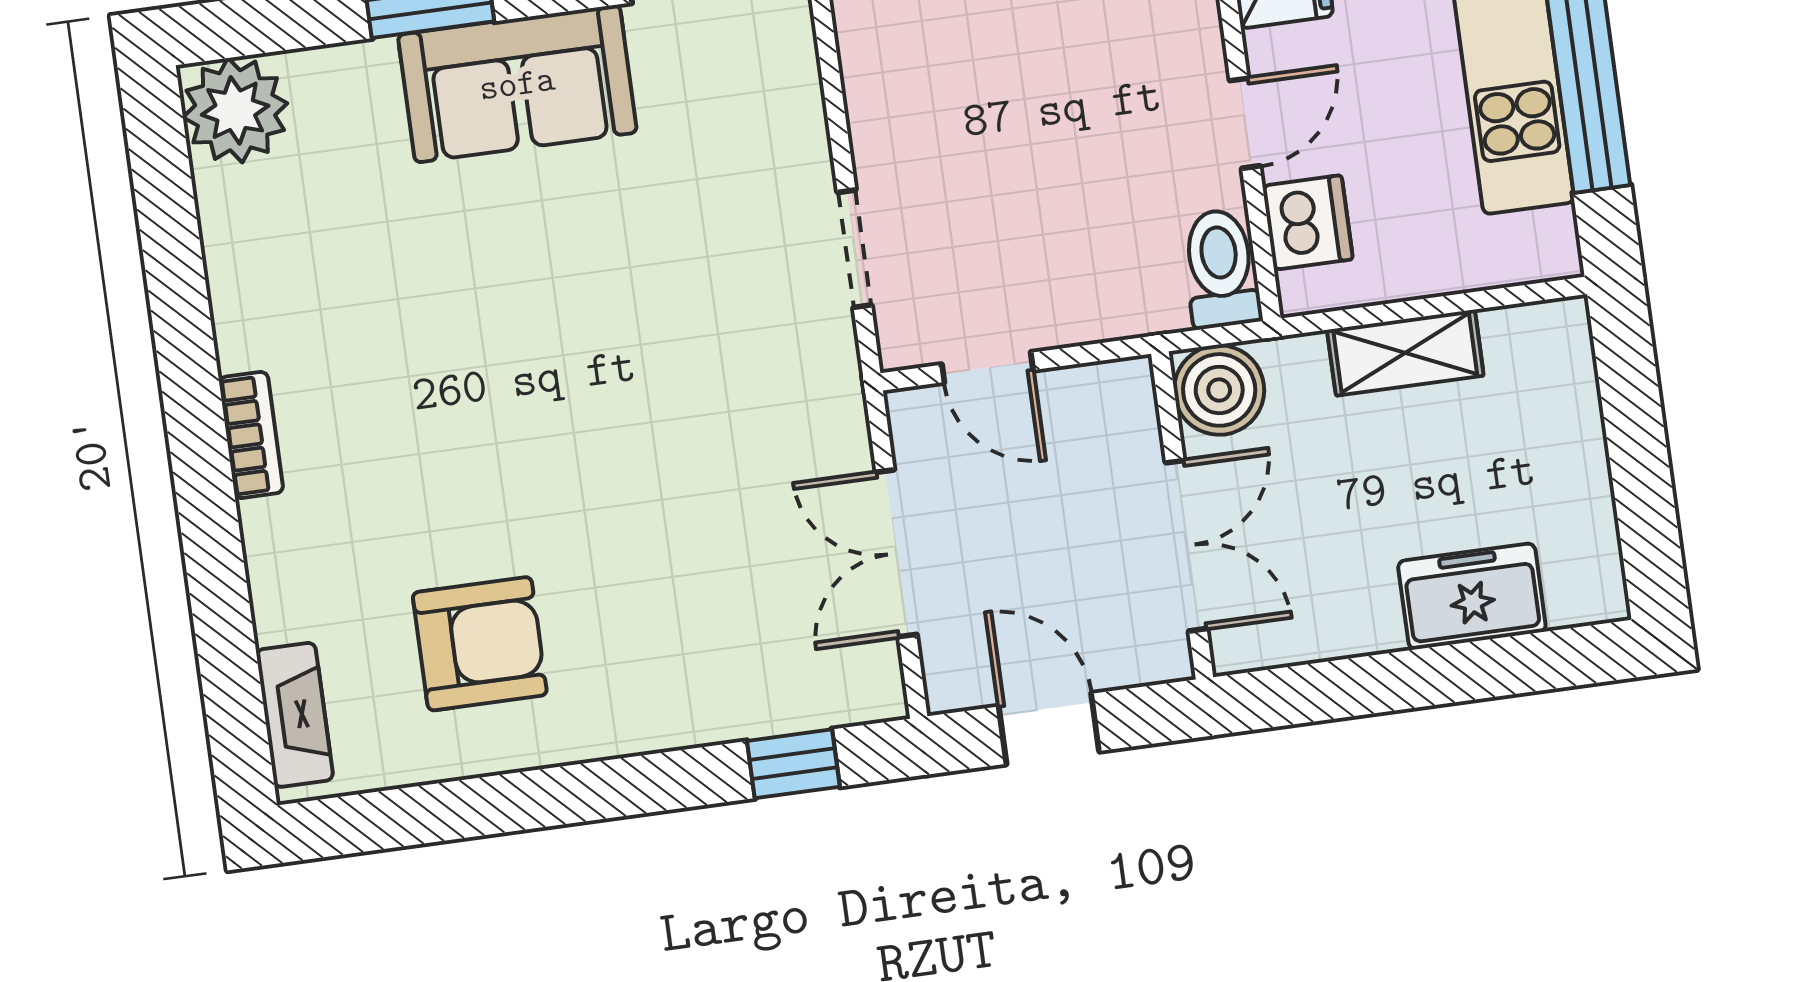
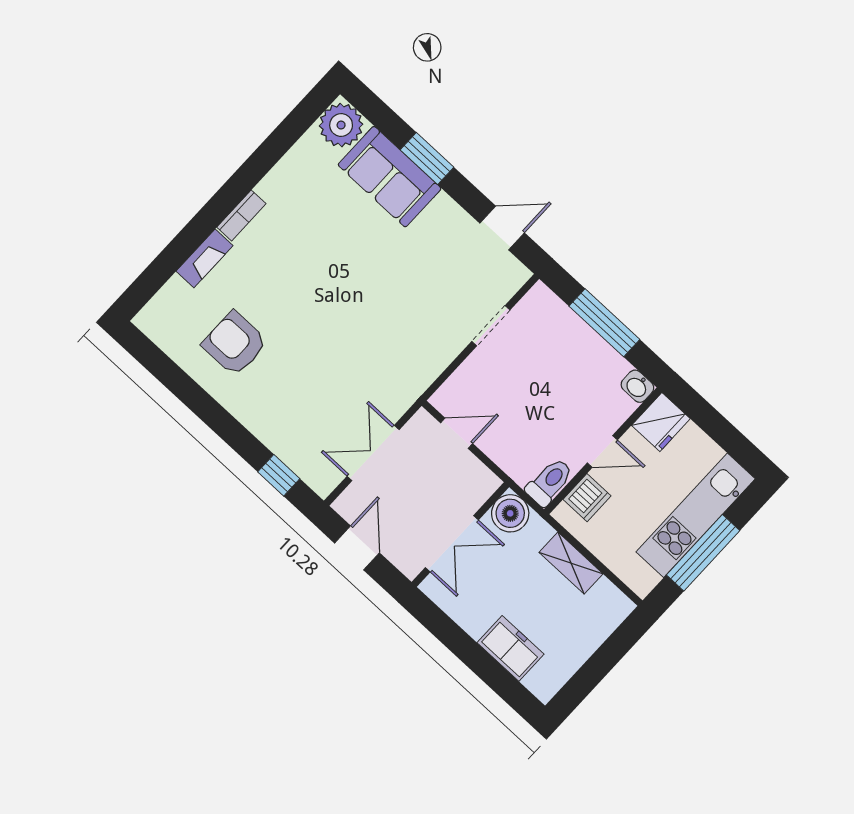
sofa: (517, 84) -> (390, 177), moved
doorway: (855, 249) -> (491, 326), moved
door: (987, 367) -> (457, 433), swing flipped
armchair: (480, 644) -> (235, 343), turned 180
fireplace: (295, 715) -> (205, 258), moved

